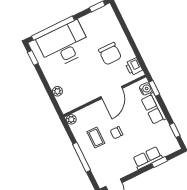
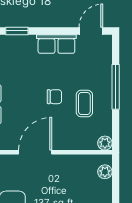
plant: (57, 91) -> (105, 172), moved
row of seats: (148, 158) -> (56, 44), moved

